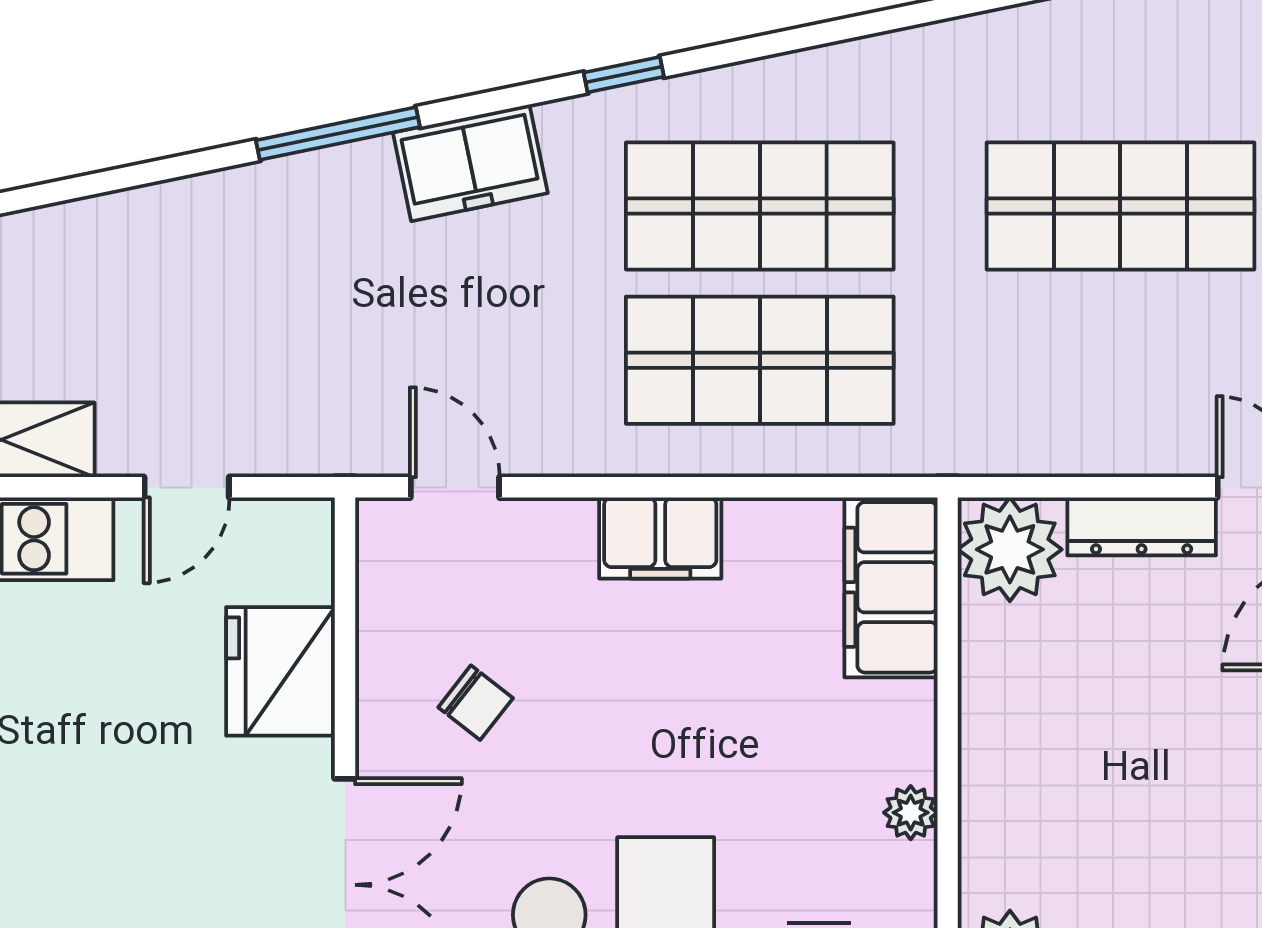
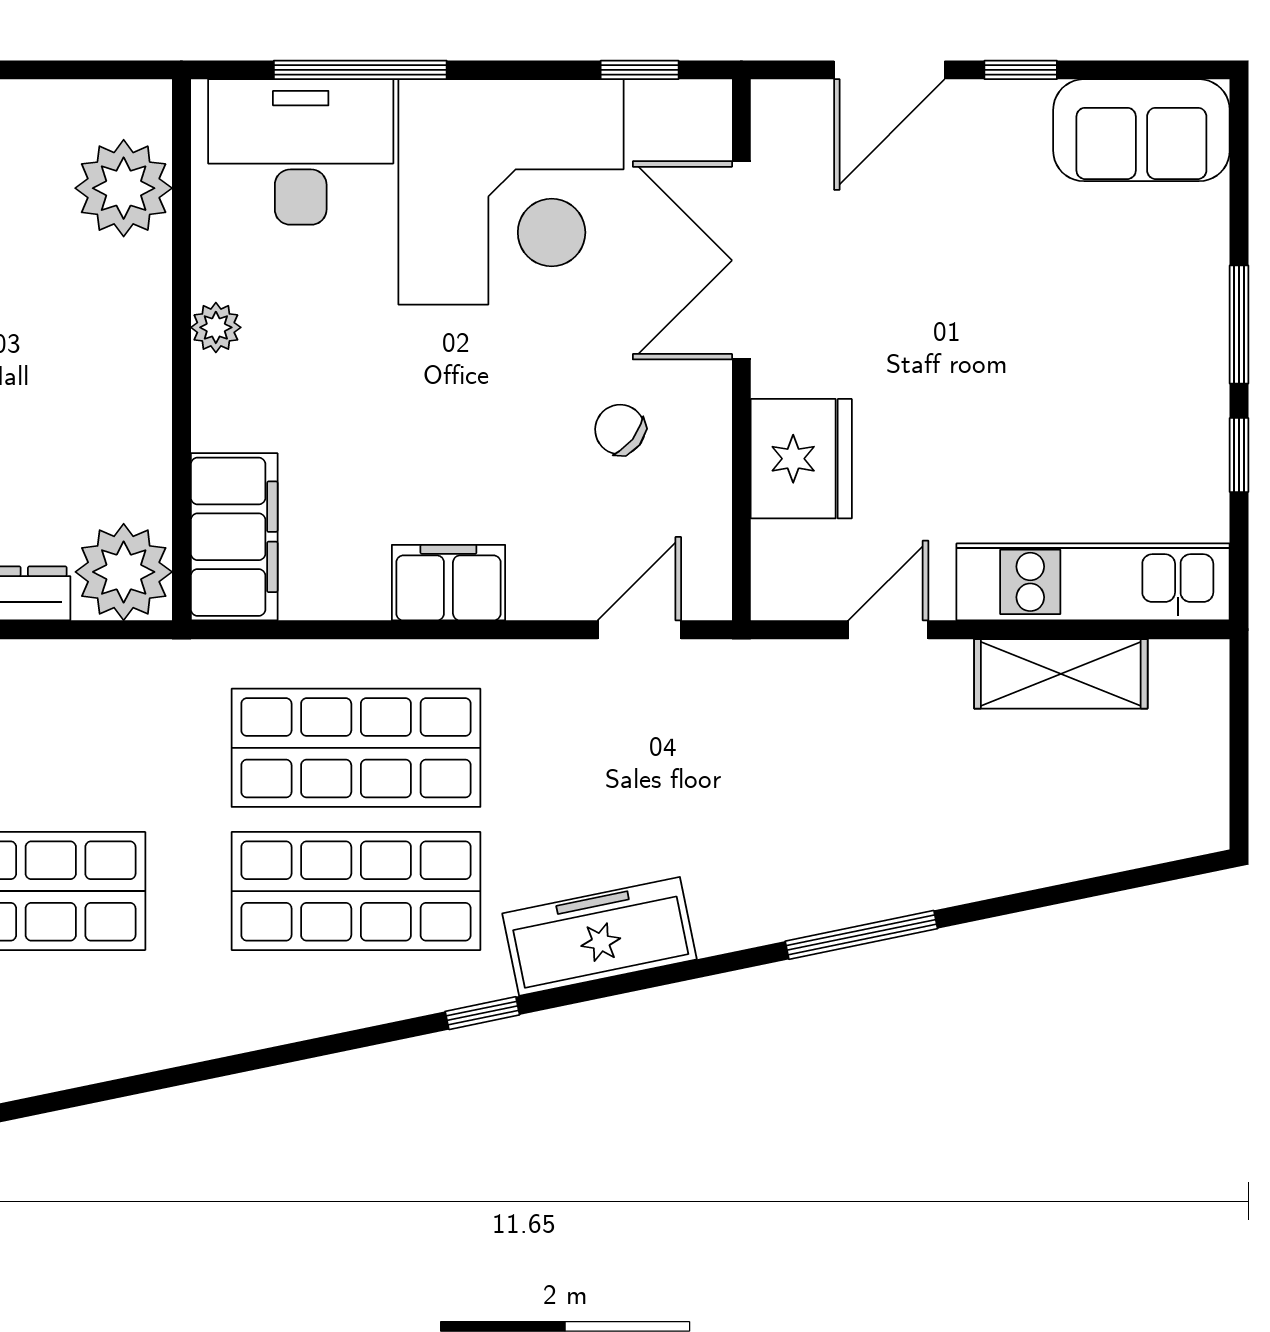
window: (338, 134) -> (861, 935), moved
freezer: (470, 163) -> (600, 936), width x1.40
door: (455, 487) -> (639, 630), swing flipped

